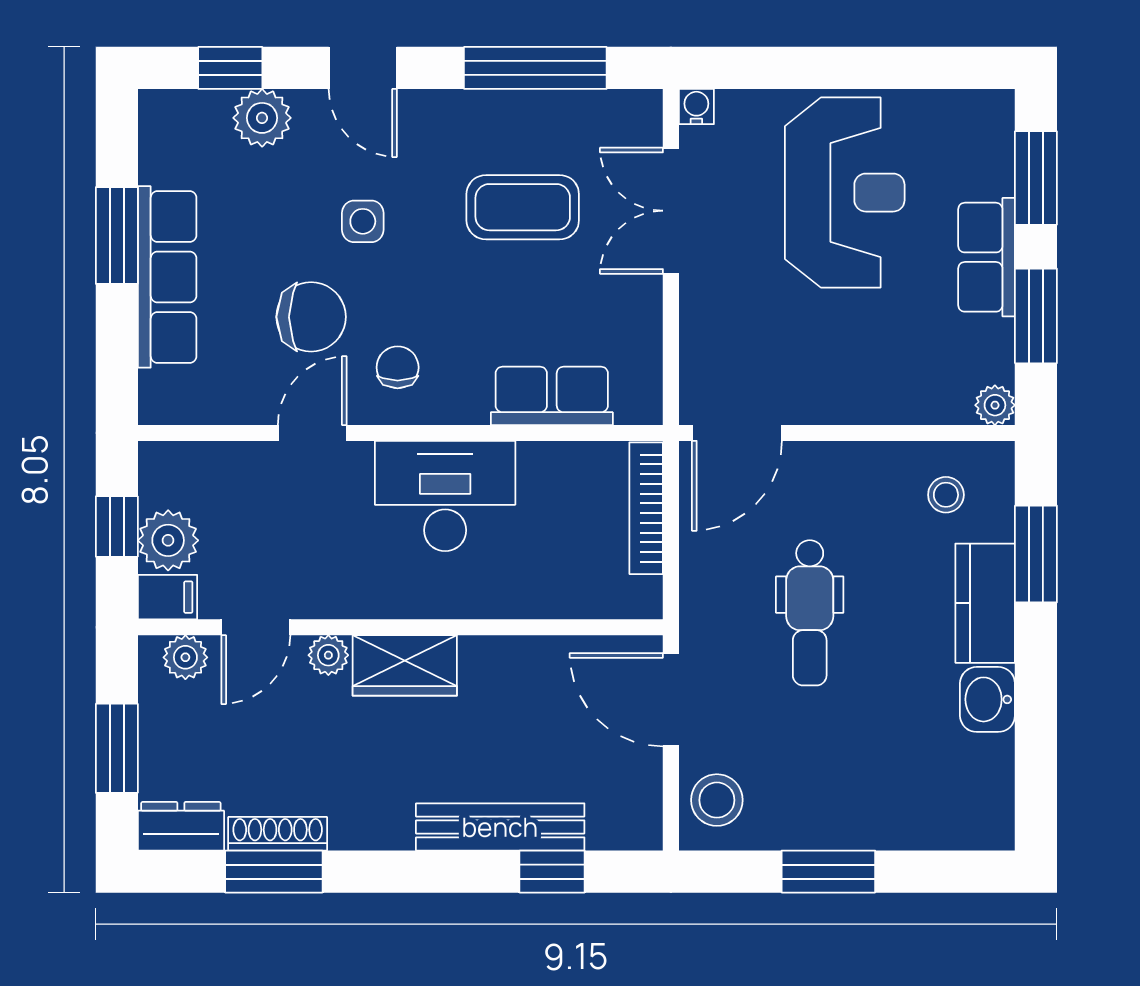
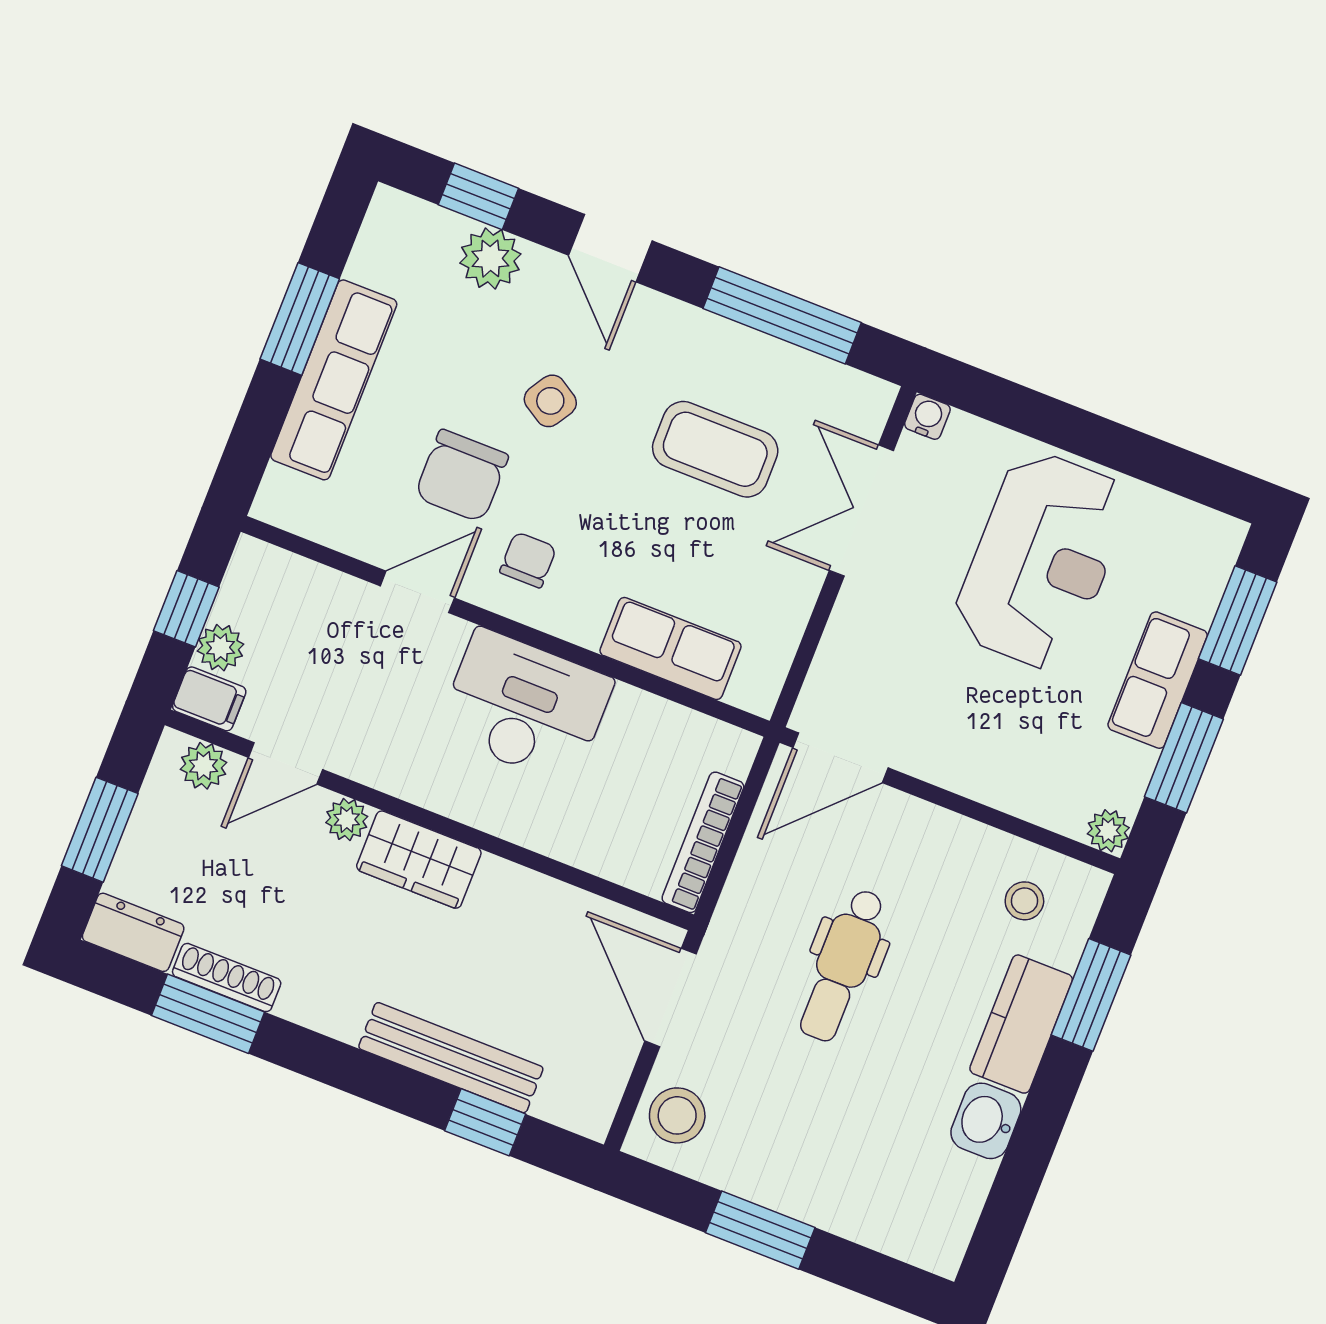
side table: (363, 221) -> (550, 401), turned 32
chair: (311, 317) -> (462, 476), turned 90
bookcase: (646, 508) -> (703, 842), moved
plant: (168, 540) -> (220, 648), width x0.73, depth x0.73

